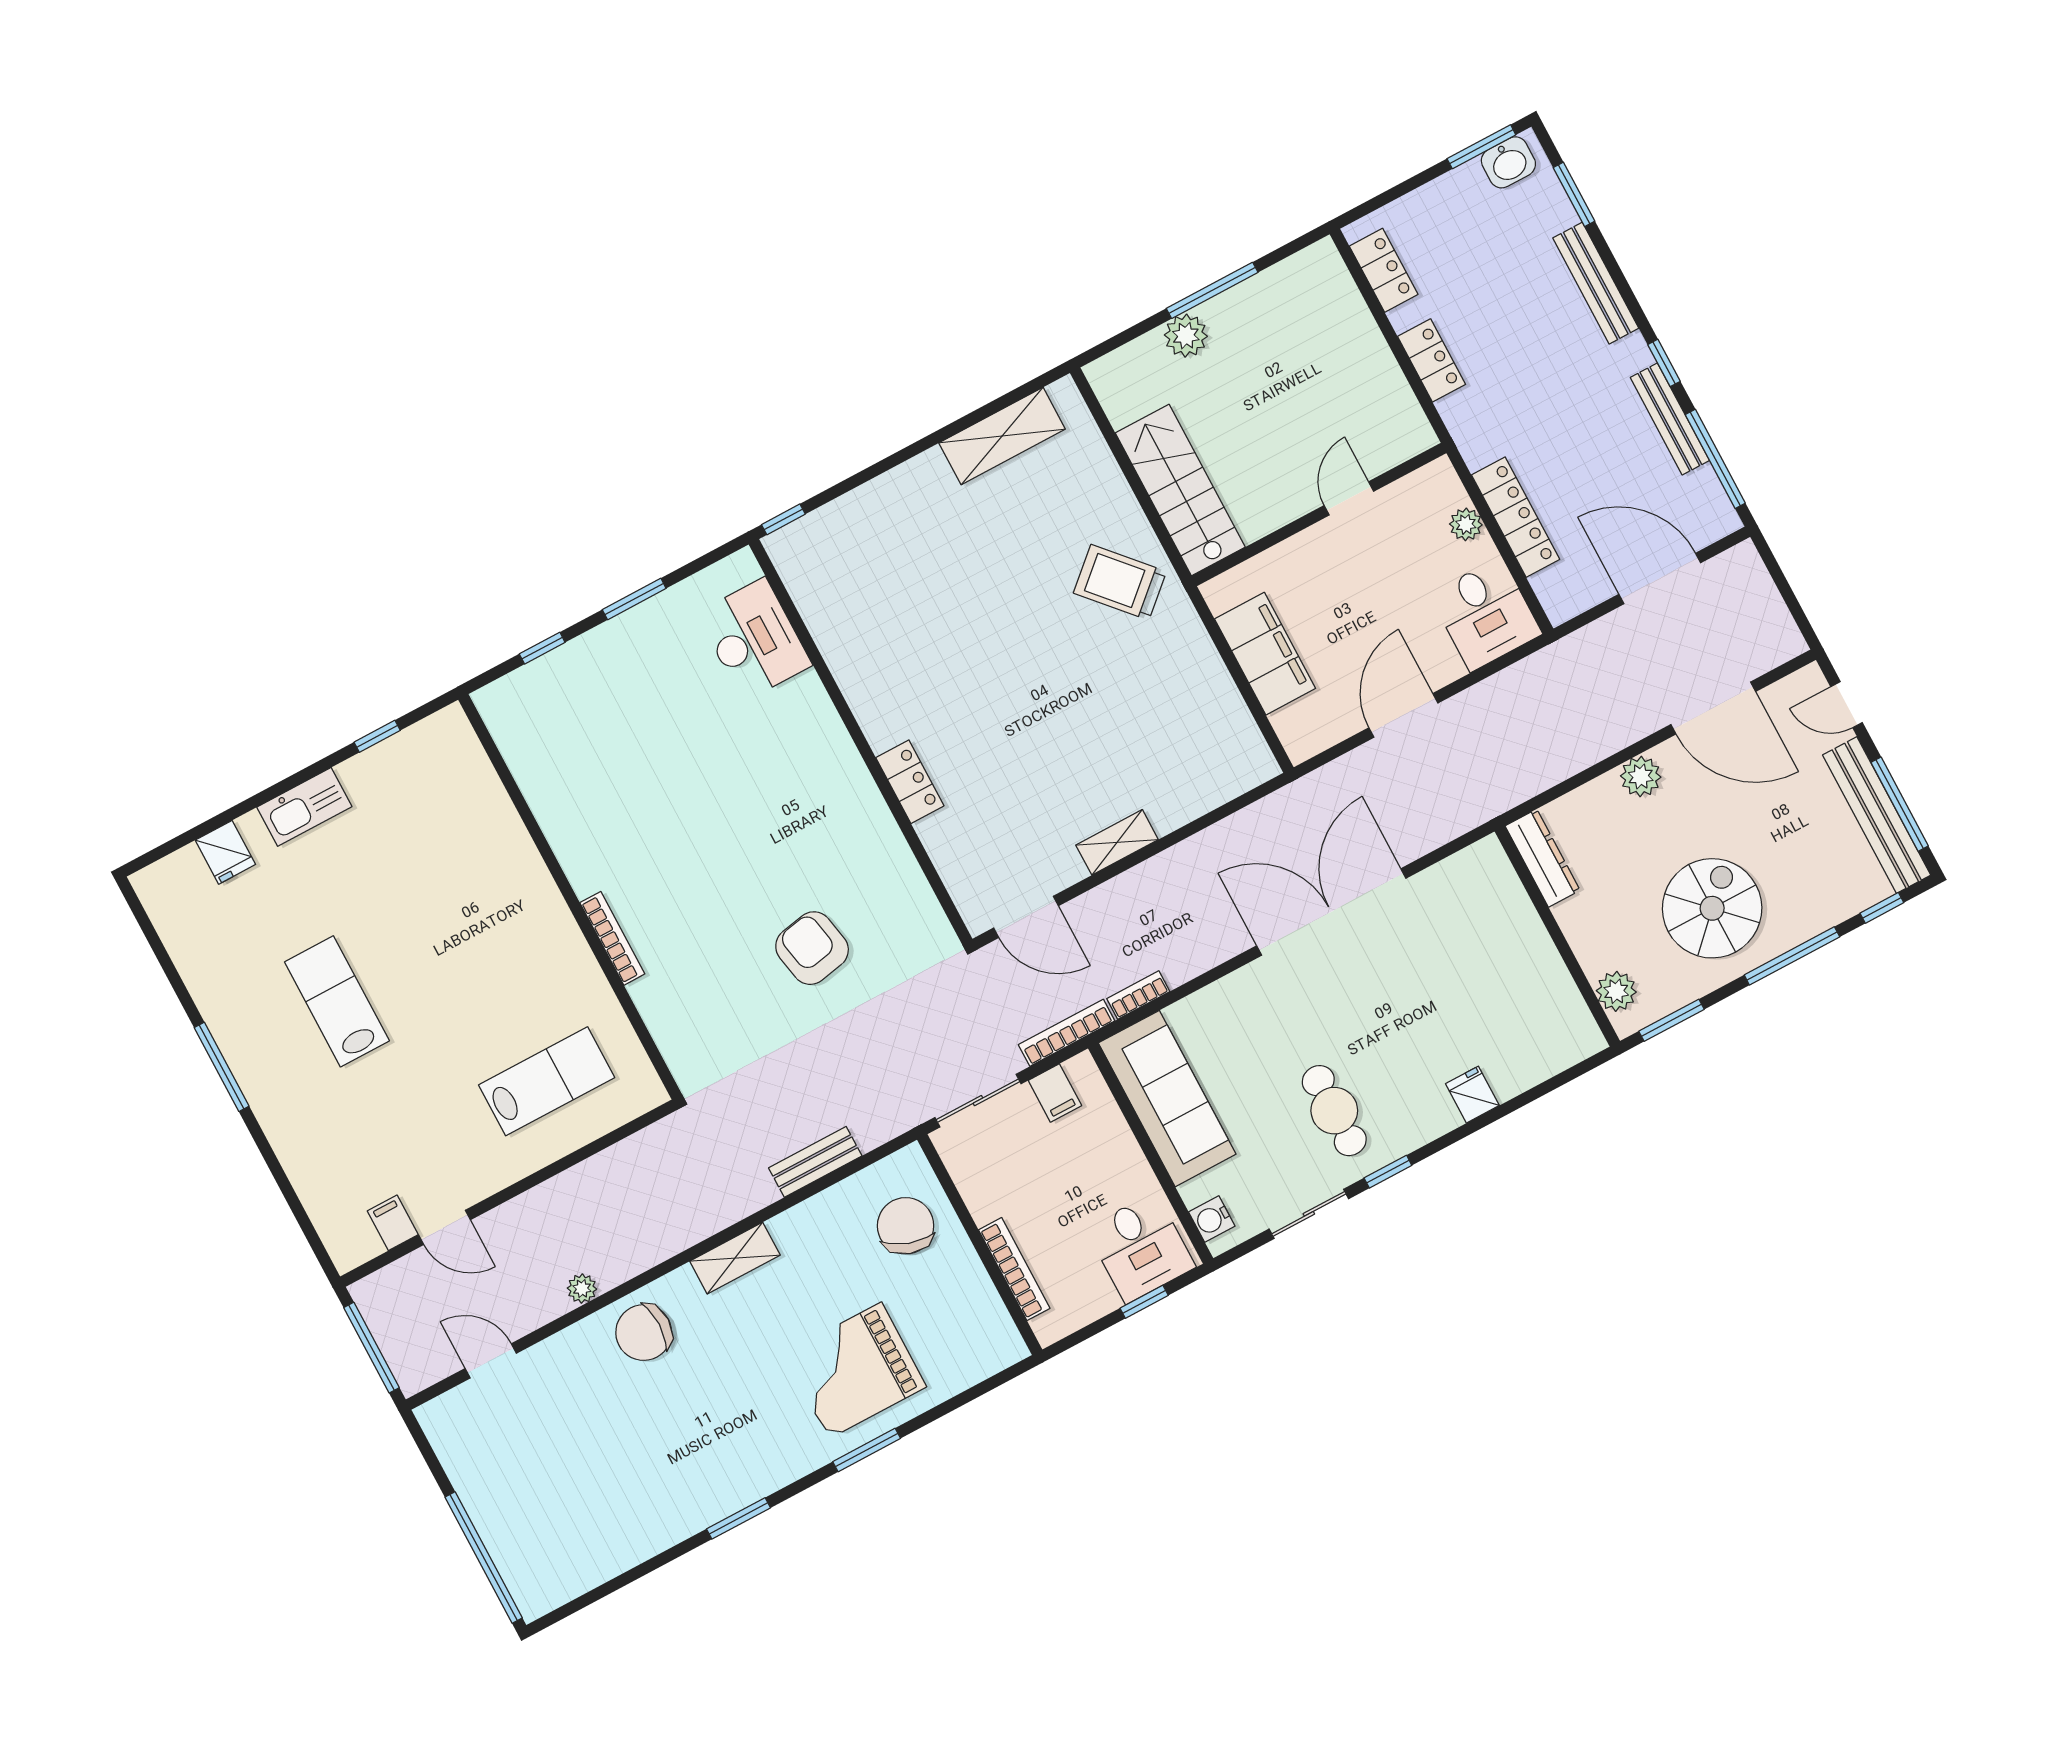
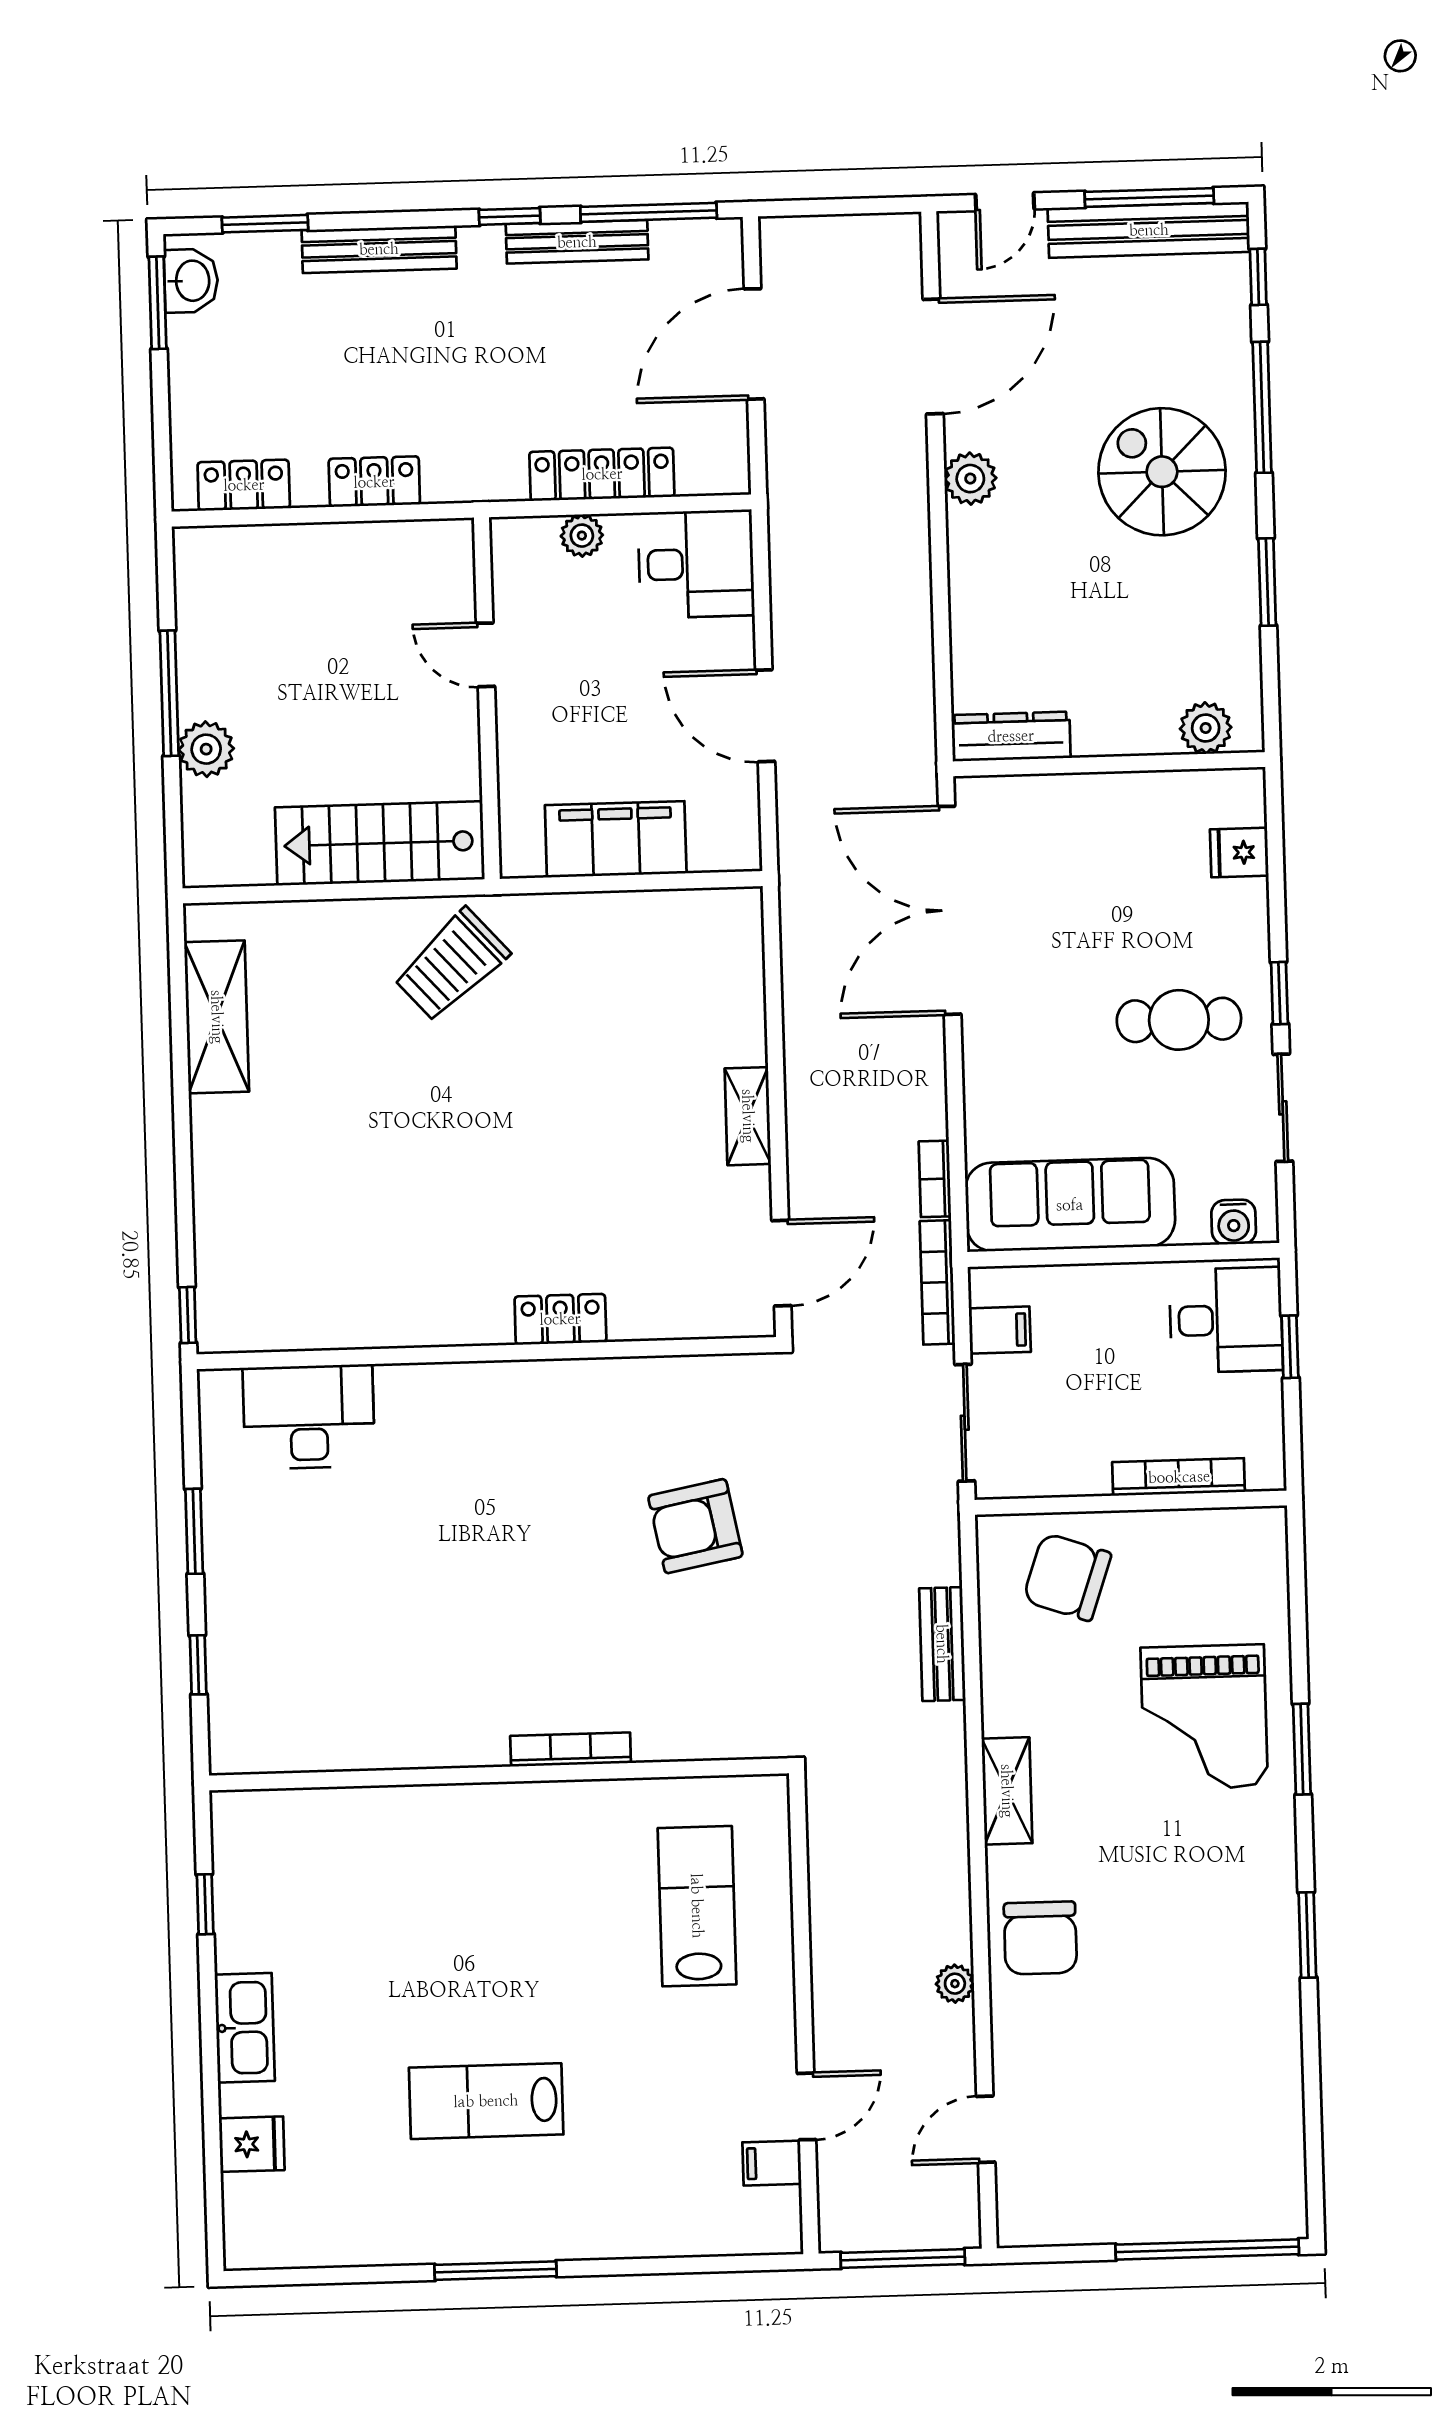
dresser: (1543, 858) -> (1011, 736), moved
wall: (1557, 936) -> (1109, 764), moved
plant: (1616, 991) -> (1206, 728), moved

